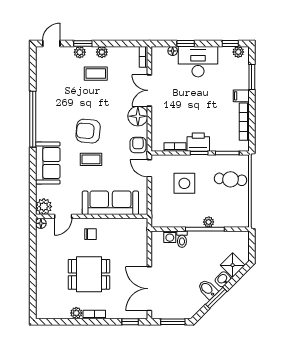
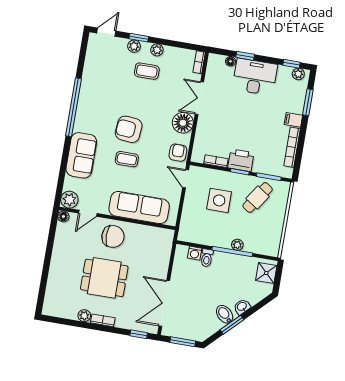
cafe table: (230, 179) -> (258, 197), moved, turned -61
chair: (91, 234) -> (113, 236), width x1.87, depth x1.87
shower: (233, 265) -> (266, 273), moved, turned 45

